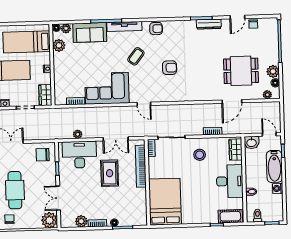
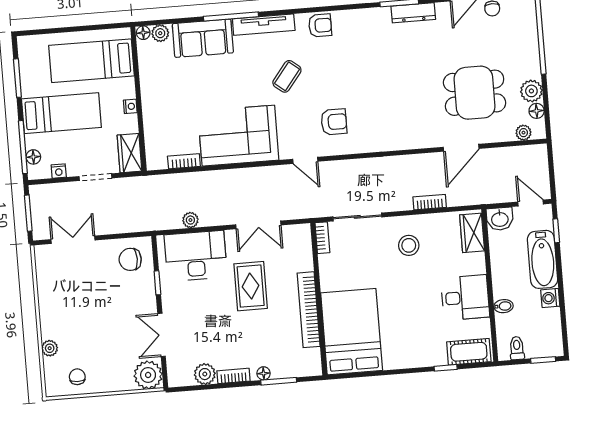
plant: (59, 45) -> (149, 64), removed
armchair: (170, 68) -> (334, 122), moved
bookcase: (141, 166) -> (309, 310), moved
desk: (230, 181) -> (465, 297), width x0.73
cafe table: (15, 190) -> (84, 325), removed

